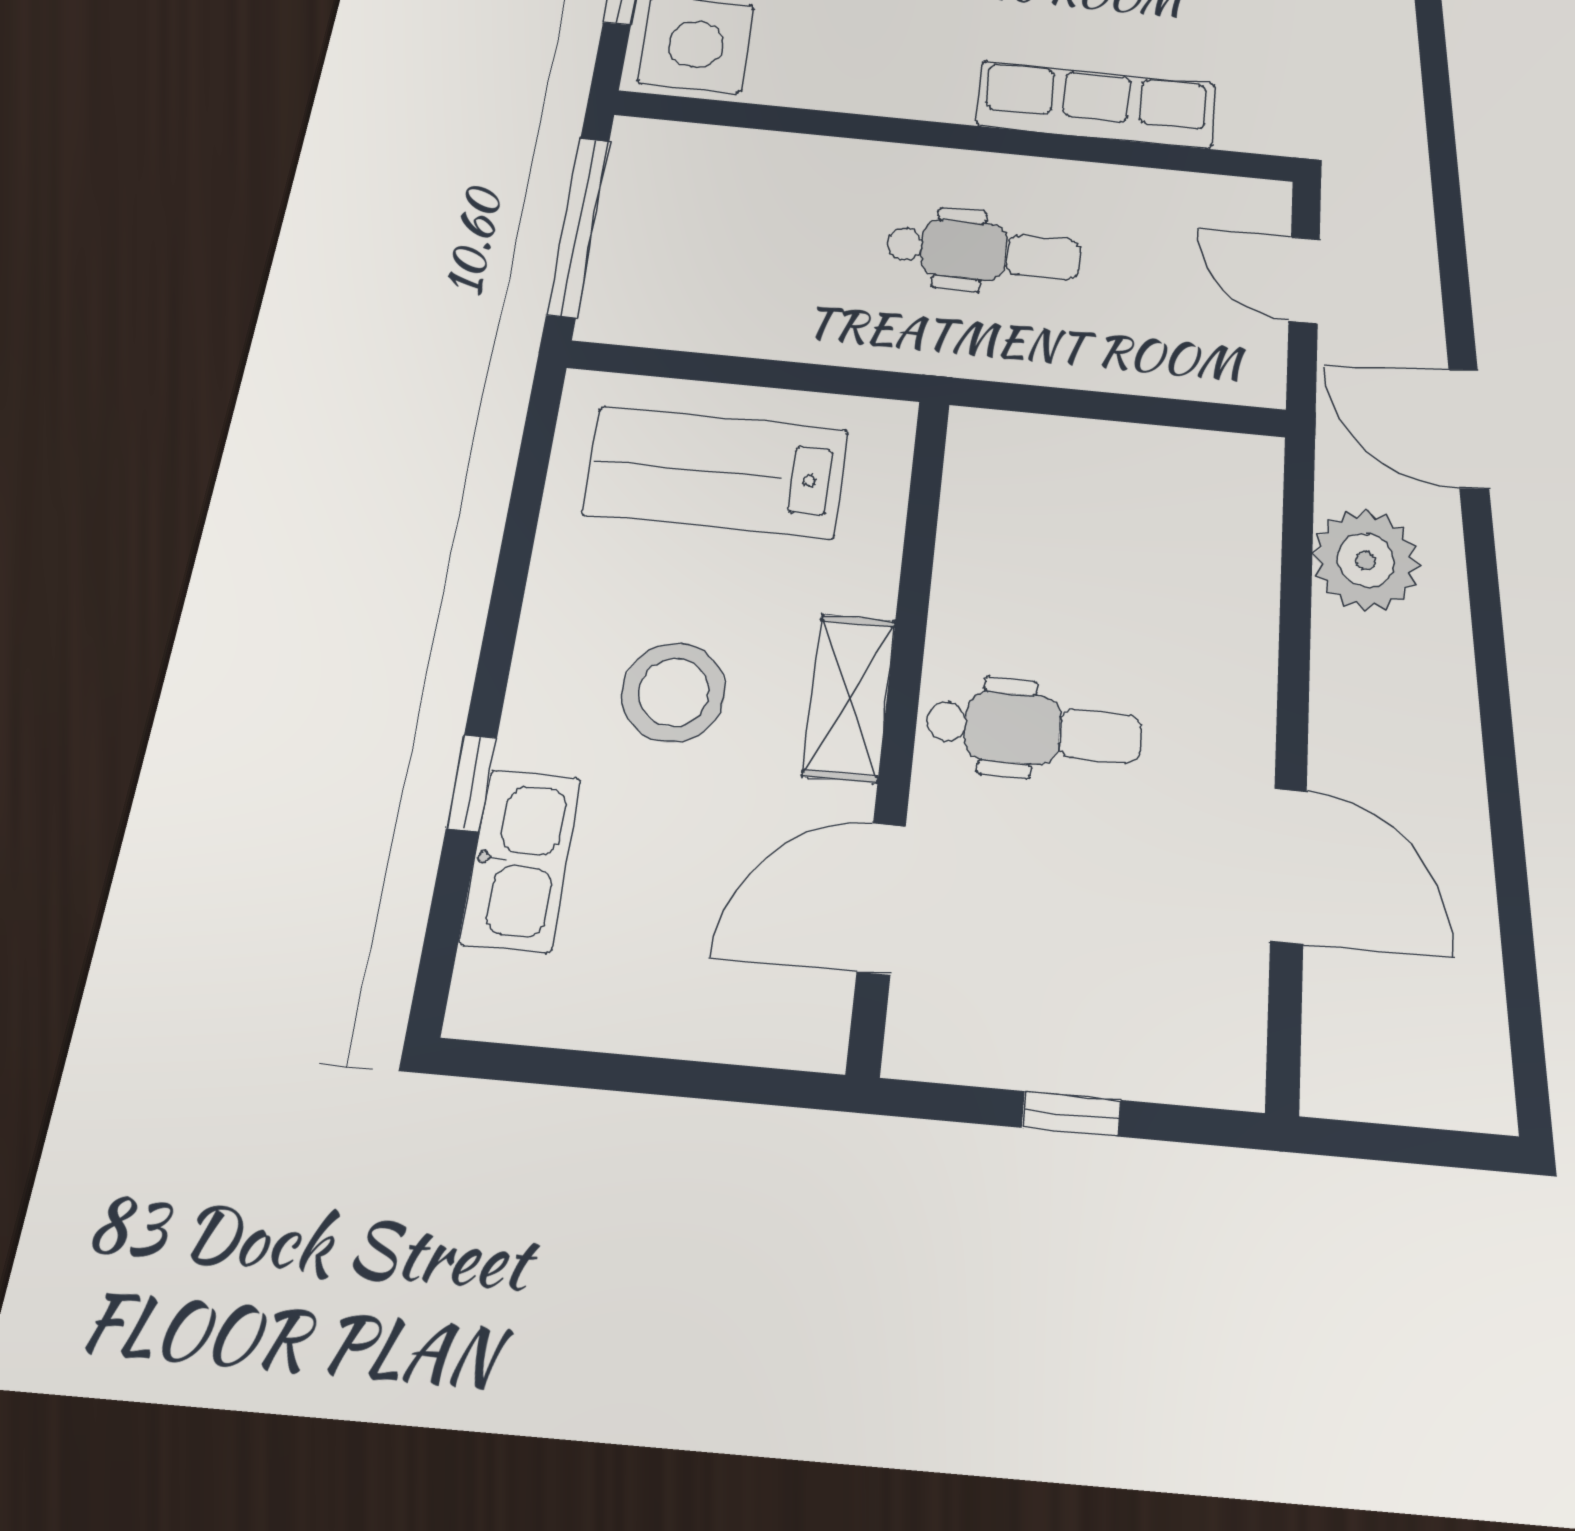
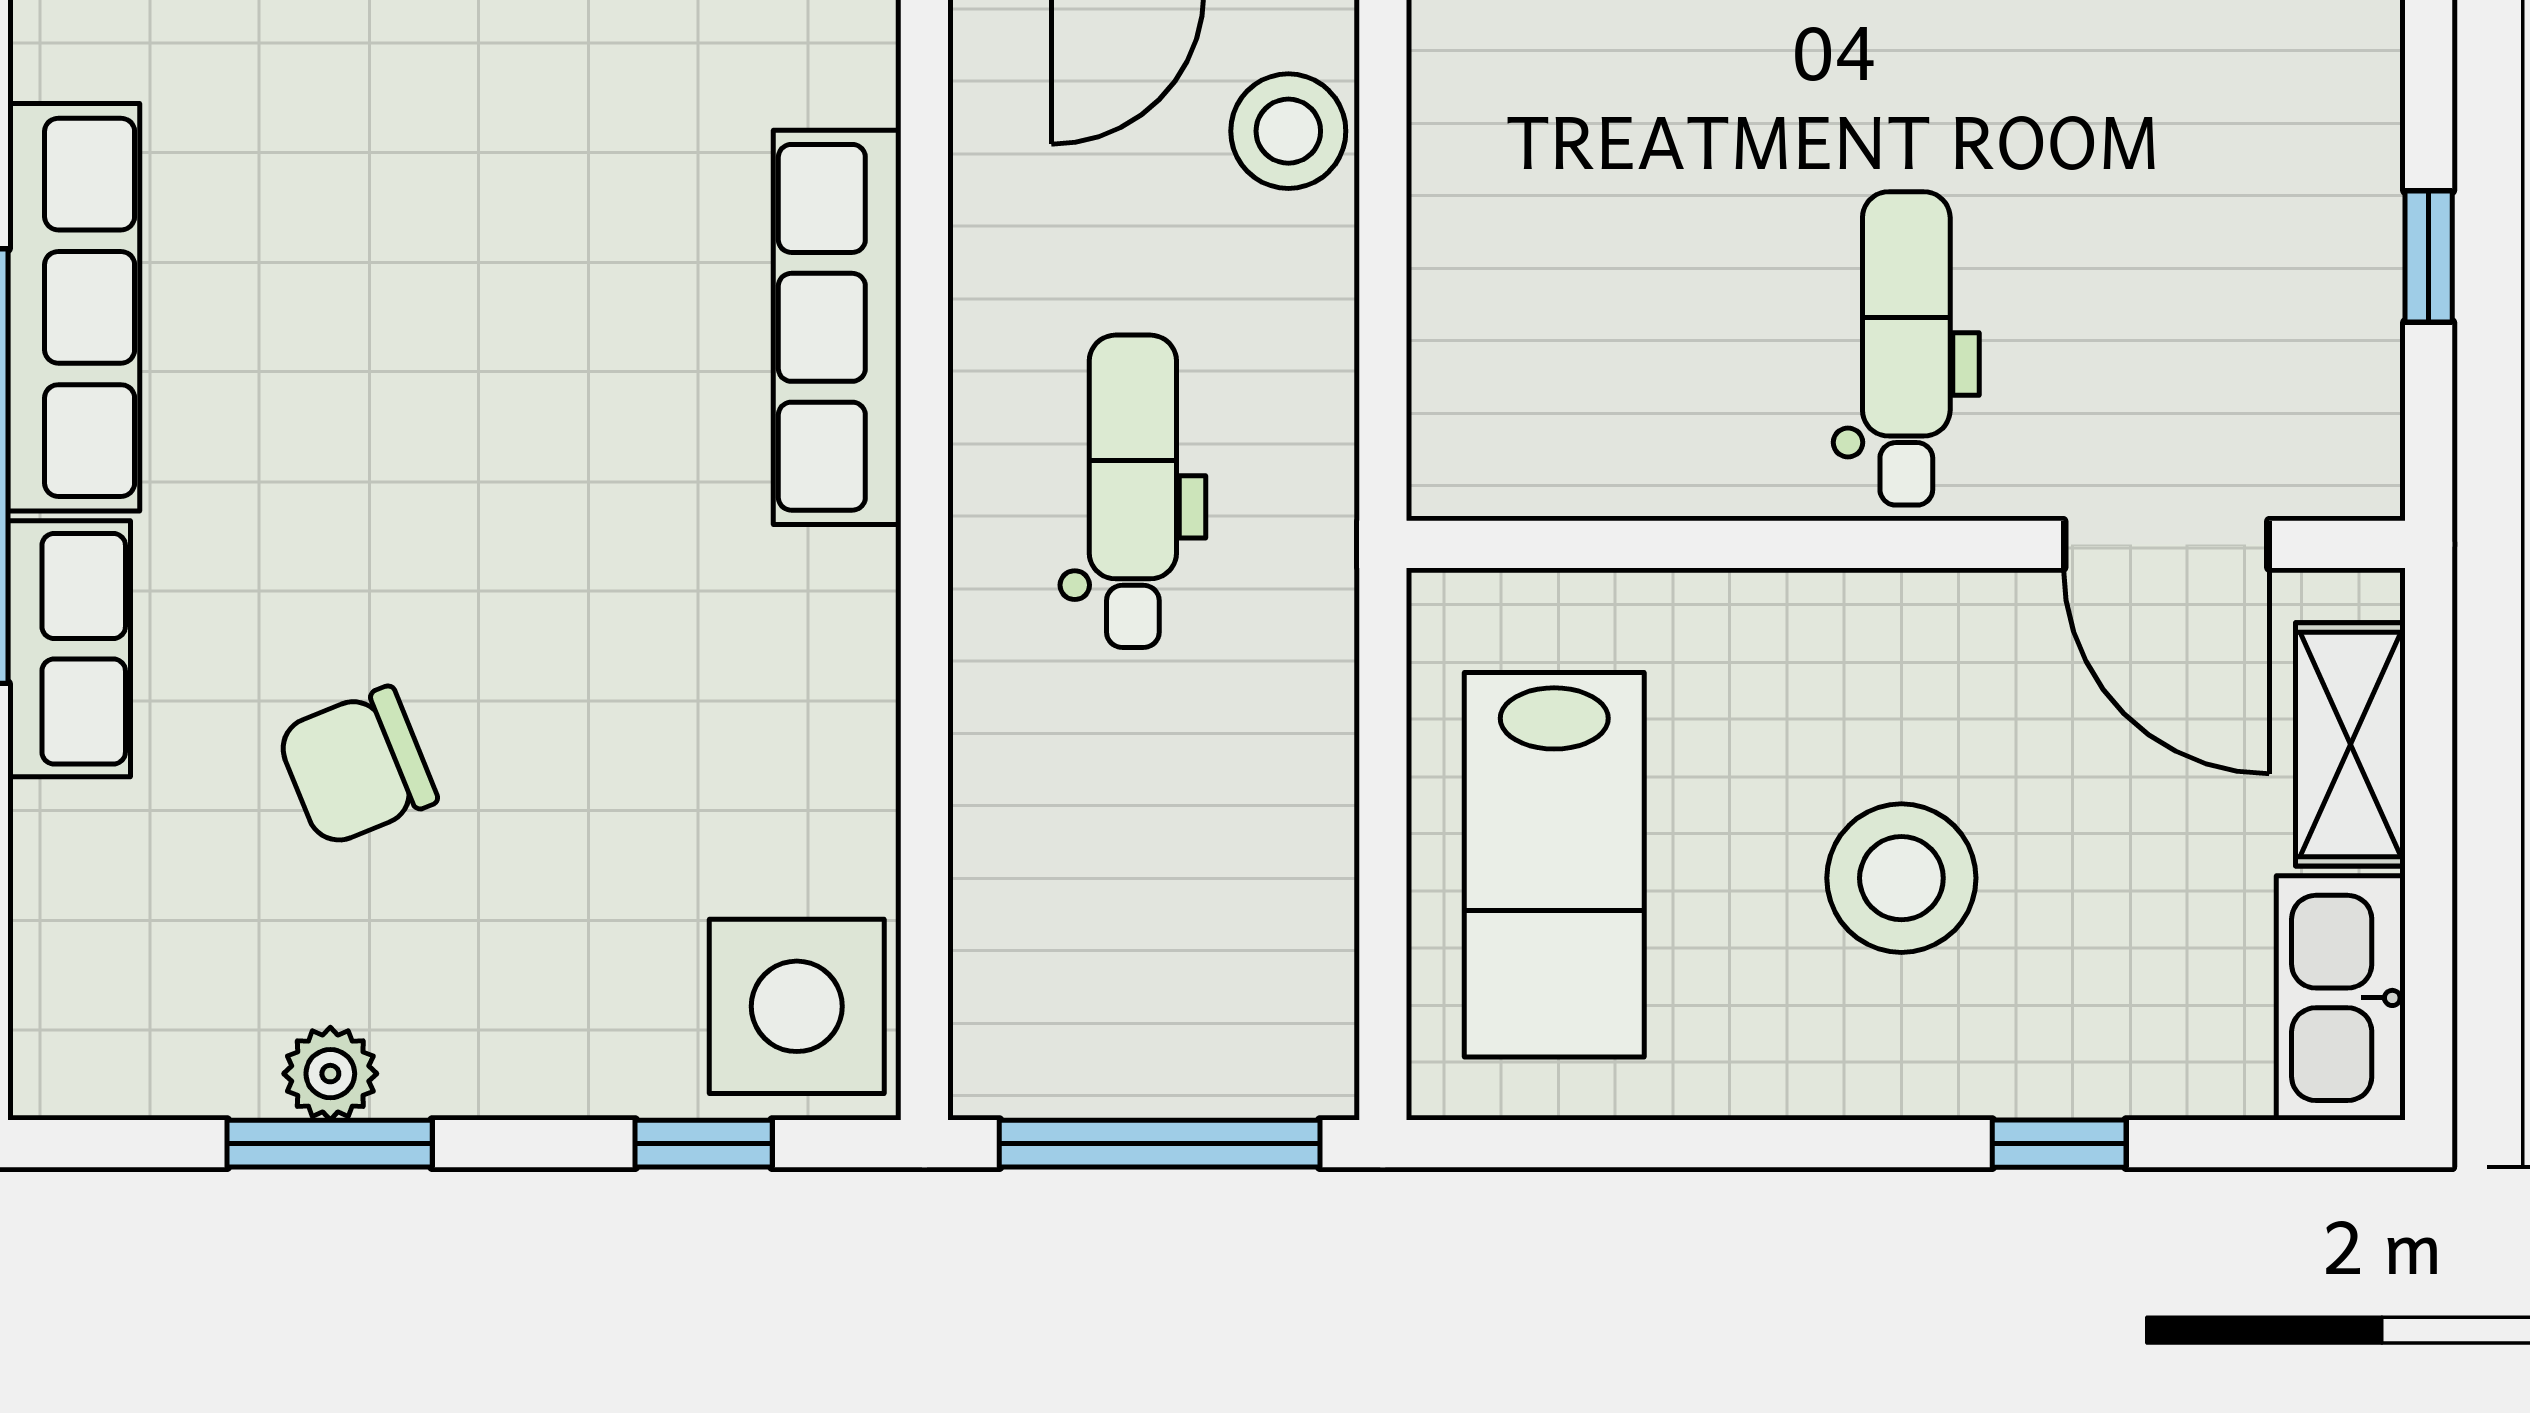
stool: (1200, 360) -> (1288, 131), added
shelving: (849, 698) -> (2350, 744), moved, turned 90
kitchen sink: (520, 860) -> (2341, 998), moved, turned -90

